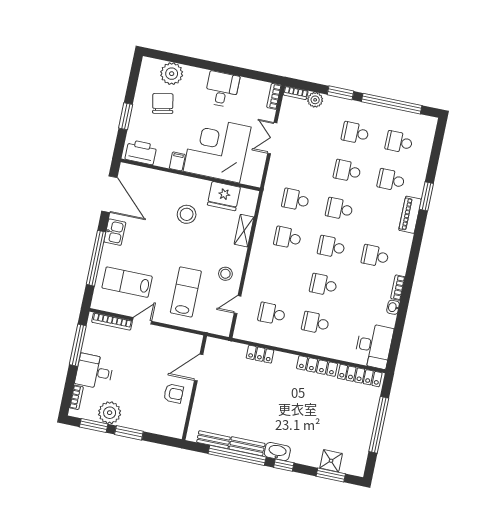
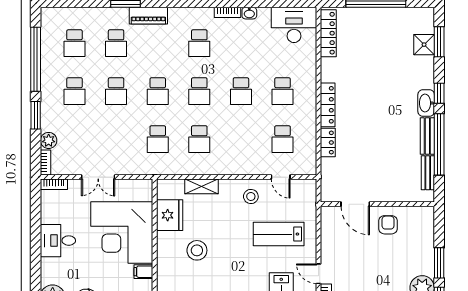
locker: (317, 366) -> (328, 105), moved

